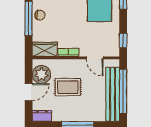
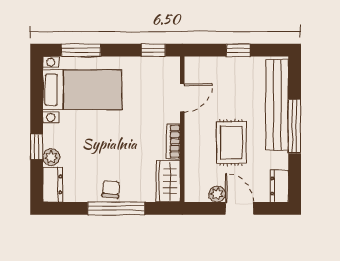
plant: (41, 74) -> (217, 194), width x0.53, depth x0.53
window: (123, 91) -> (238, 50), width x0.32
bench: (113, 94) -> (277, 105), moved, turned 90

